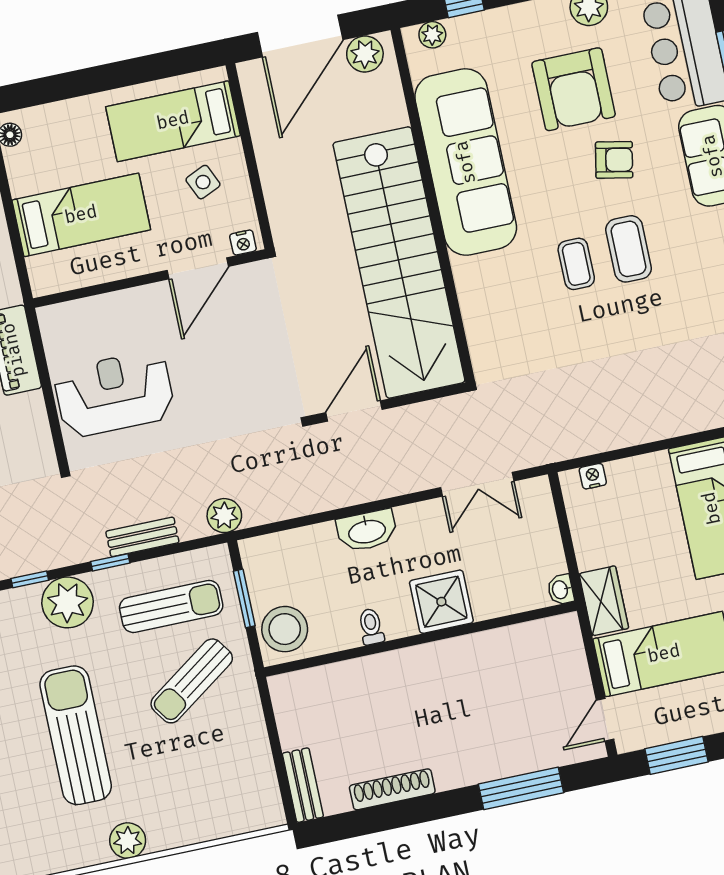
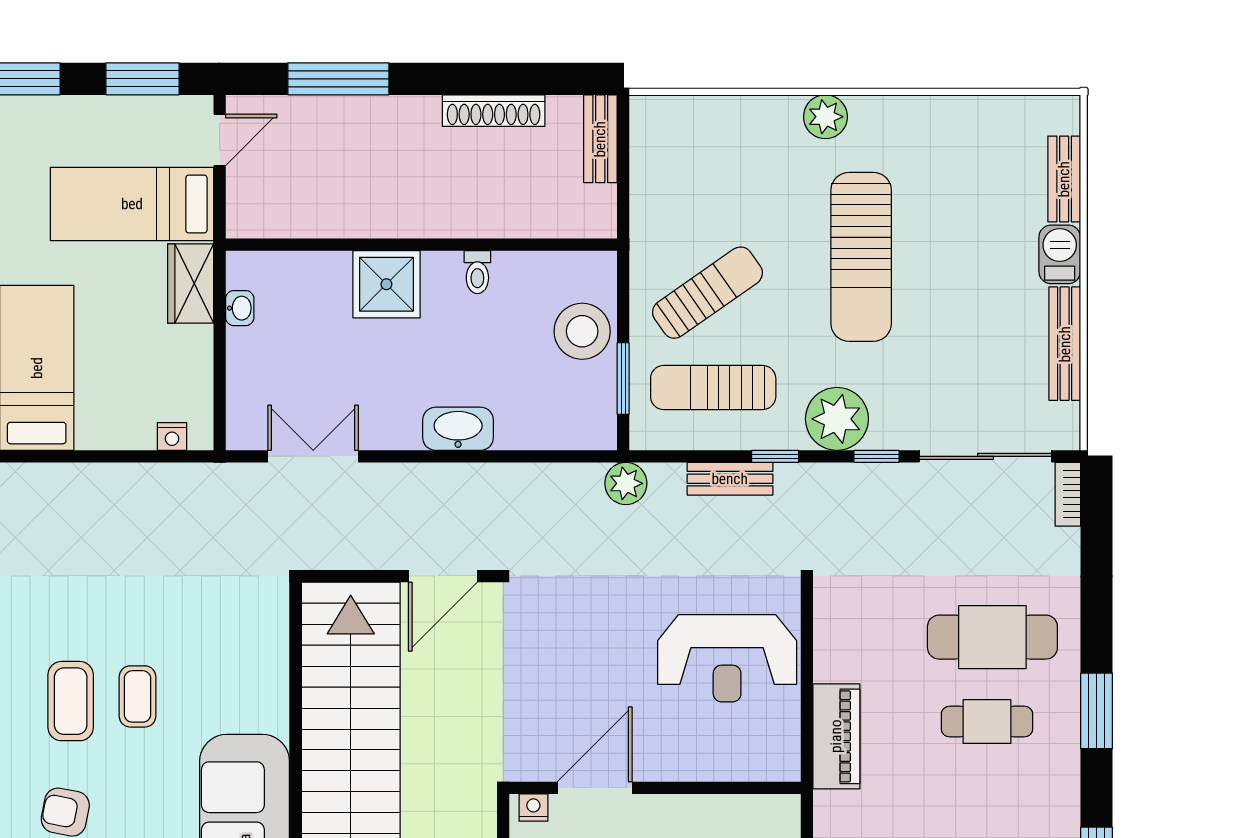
shower: (441, 602) -> (386, 284), moved
toilet: (371, 627) -> (477, 272), moved
wall: (420, 639) -> (421, 245), moved

